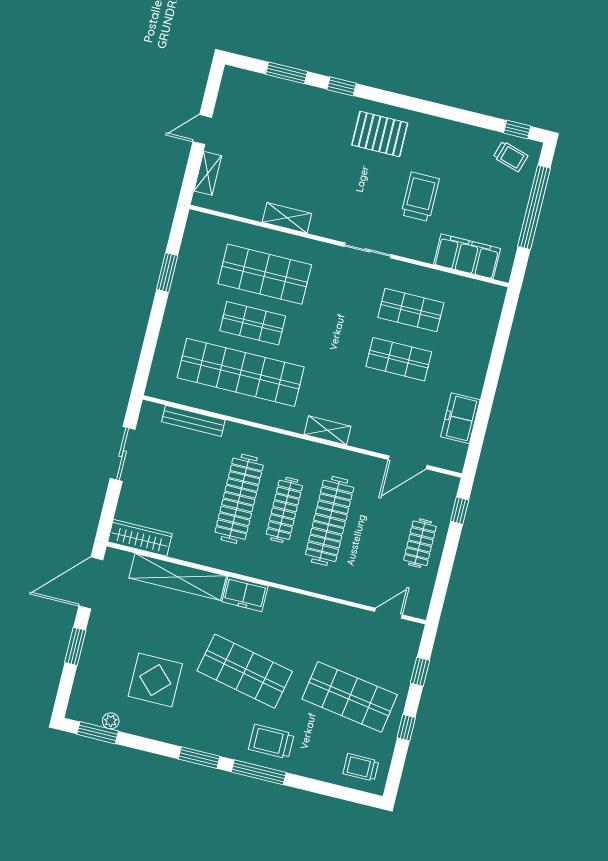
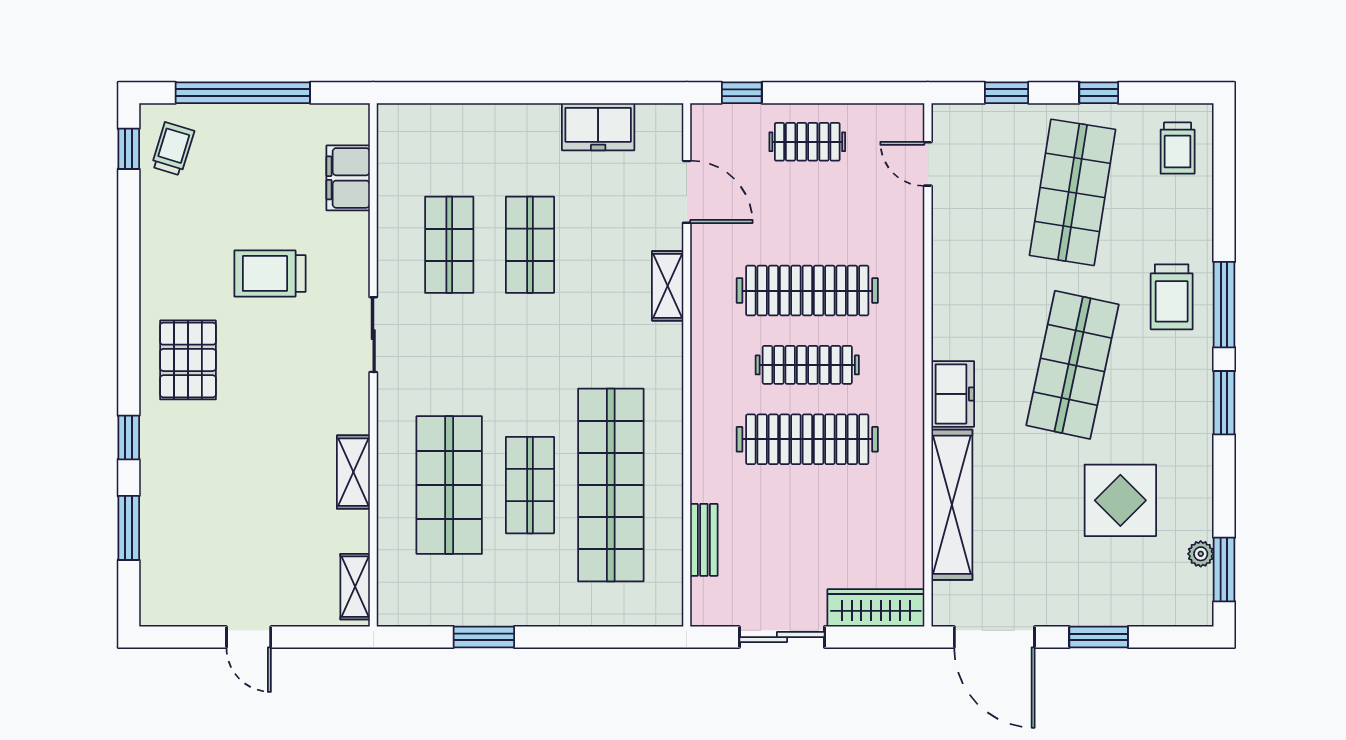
shelving: (208, 173) -> (355, 587), moved, turned 90
filing cabinet: (467, 256) -> (348, 178), width x0.67, depth x0.86
bench: (193, 421) -> (704, 540), width x0.73
shelving: (328, 430) -> (668, 286), moved
wardrobe: (140, 538) -> (876, 608), moved, turned 90

